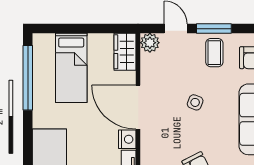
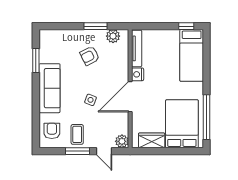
wardrobe: (125, 52) -> (152, 140), moved, turned -90
bed: (71, 68) -> (182, 124), width x1.50
door: (138, 107) -> (130, 97), swing flipped

